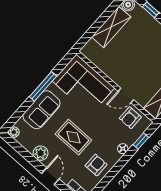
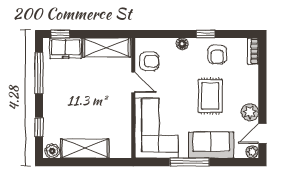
window: (141, 141) -> (206, 34), moved
armchair: (96, 165) -> (217, 54), turned -90
door: (50, 176) -> (262, 133), moved

